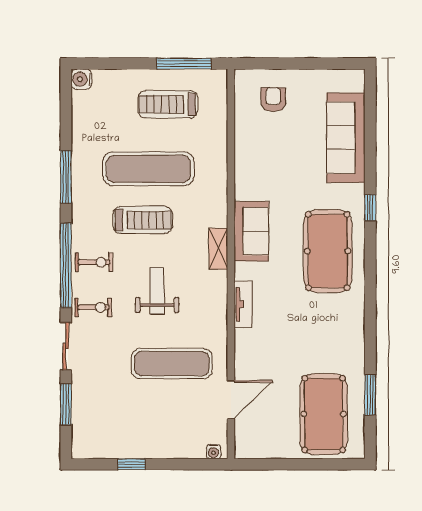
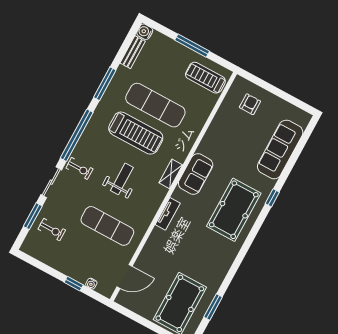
window: (184, 64) -> (192, 46), moved
treadmill: (168, 104) -> (205, 78), moved
bench: (80, 115) -> (133, 52), added
treadmill: (143, 220) -> (136, 133), width x1.37, depth x1.38
exercise bike: (94, 262) -> (52, 230), moved
door: (231, 400) -> (125, 276), moved
water cooler: (213, 452) -> (91, 284), moved
window: (132, 464) -> (74, 284), moved

